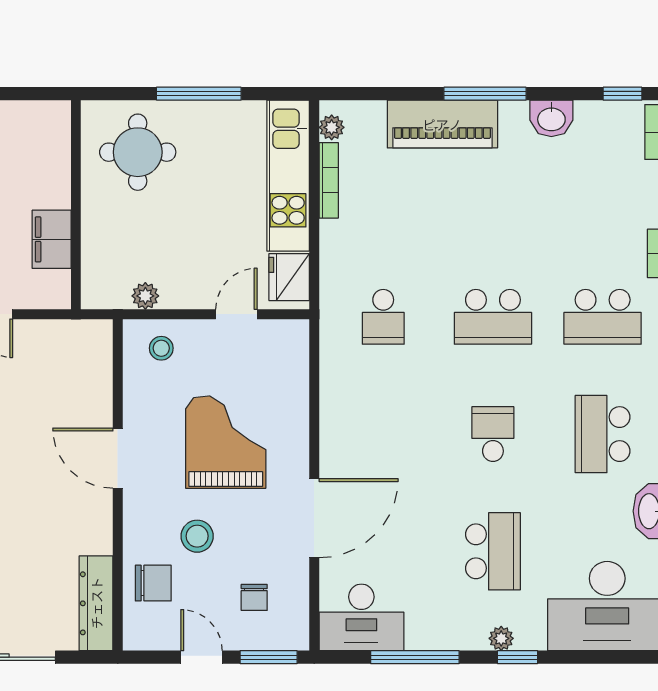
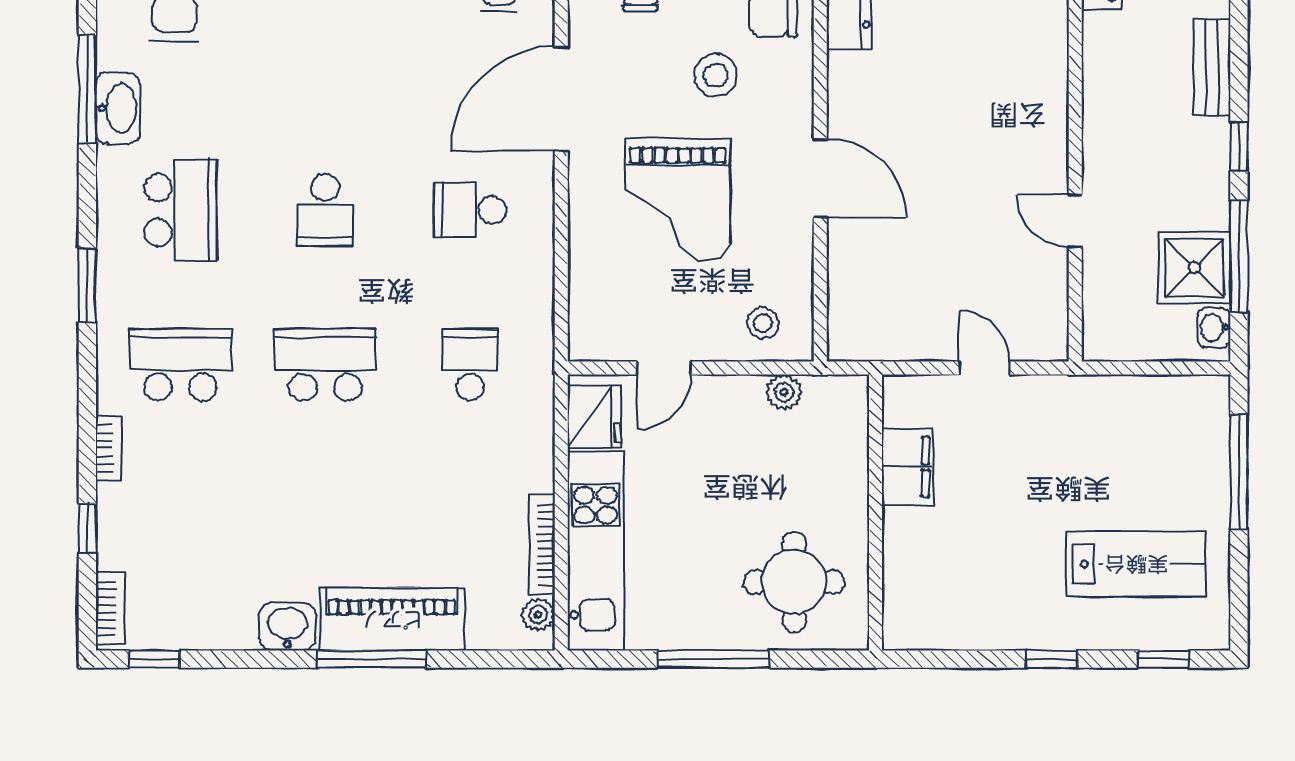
window: (485, 94) -> (372, 659), moved
washbasin: (551, 118) -> (287, 627), moved
school desk: (493, 551) -> (470, 210), moved, width x0.54

